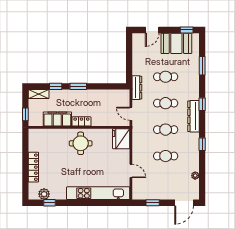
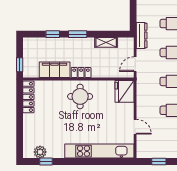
shelving: (39, 94) -> (106, 42), moved
door: (131, 114) -> (135, 64), hinge flipped
locker: (33, 167) -> (28, 97), moved

